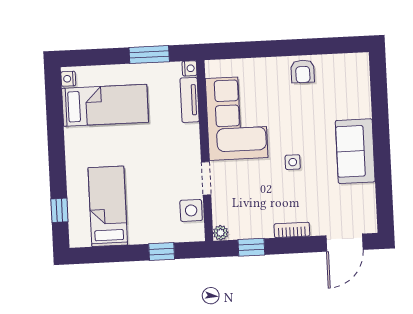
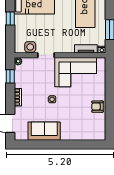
sofa: (355, 151) -> (44, 131), moved
window: (162, 252) -> (10, 19), moved

